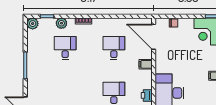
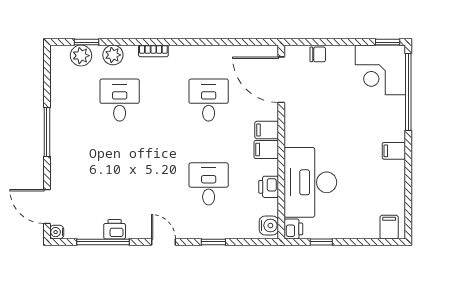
plant: (33, 24) -> (81, 56), moved
filing cabinet: (145, 75) -> (266, 149), added

